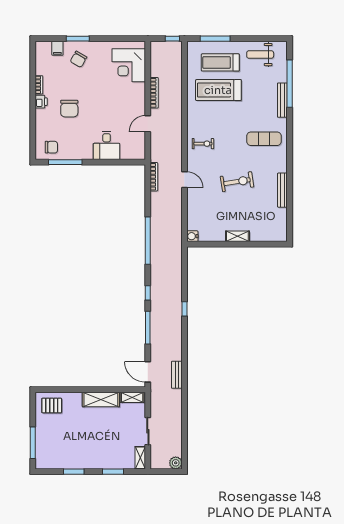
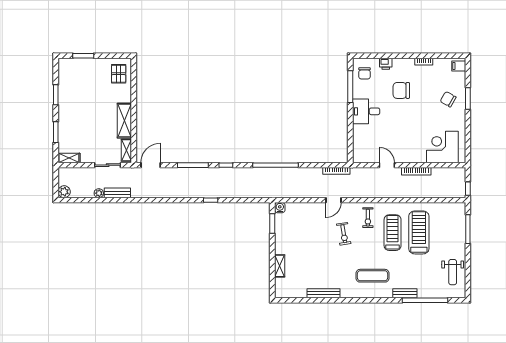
filing cabinet: (57, 48) -> (459, 66), moved
weight bench: (260, 55) -> (453, 272), turned 180
treadmill: (220, 62) -> (393, 233), moved
bench: (282, 100) -> (405, 293), width x0.73
printer: (41, 102) -> (386, 64), moved
exercise mat: (264, 139) -> (373, 276), turned 90
desk: (107, 145) -> (366, 111), moved
exercise bike: (237, 182) -> (344, 234), moved, width x0.73, depth x0.72
shelving: (237, 236) -> (280, 266), moved
window: (209, 244) -> (272, 224), added
bench: (177, 375) -> (117, 193), moved
plant: (177, 426) -> (99, 193), added
sliding door: (148, 431) -> (108, 165), moved
window: (33, 443) -> (83, 56), width x0.69

